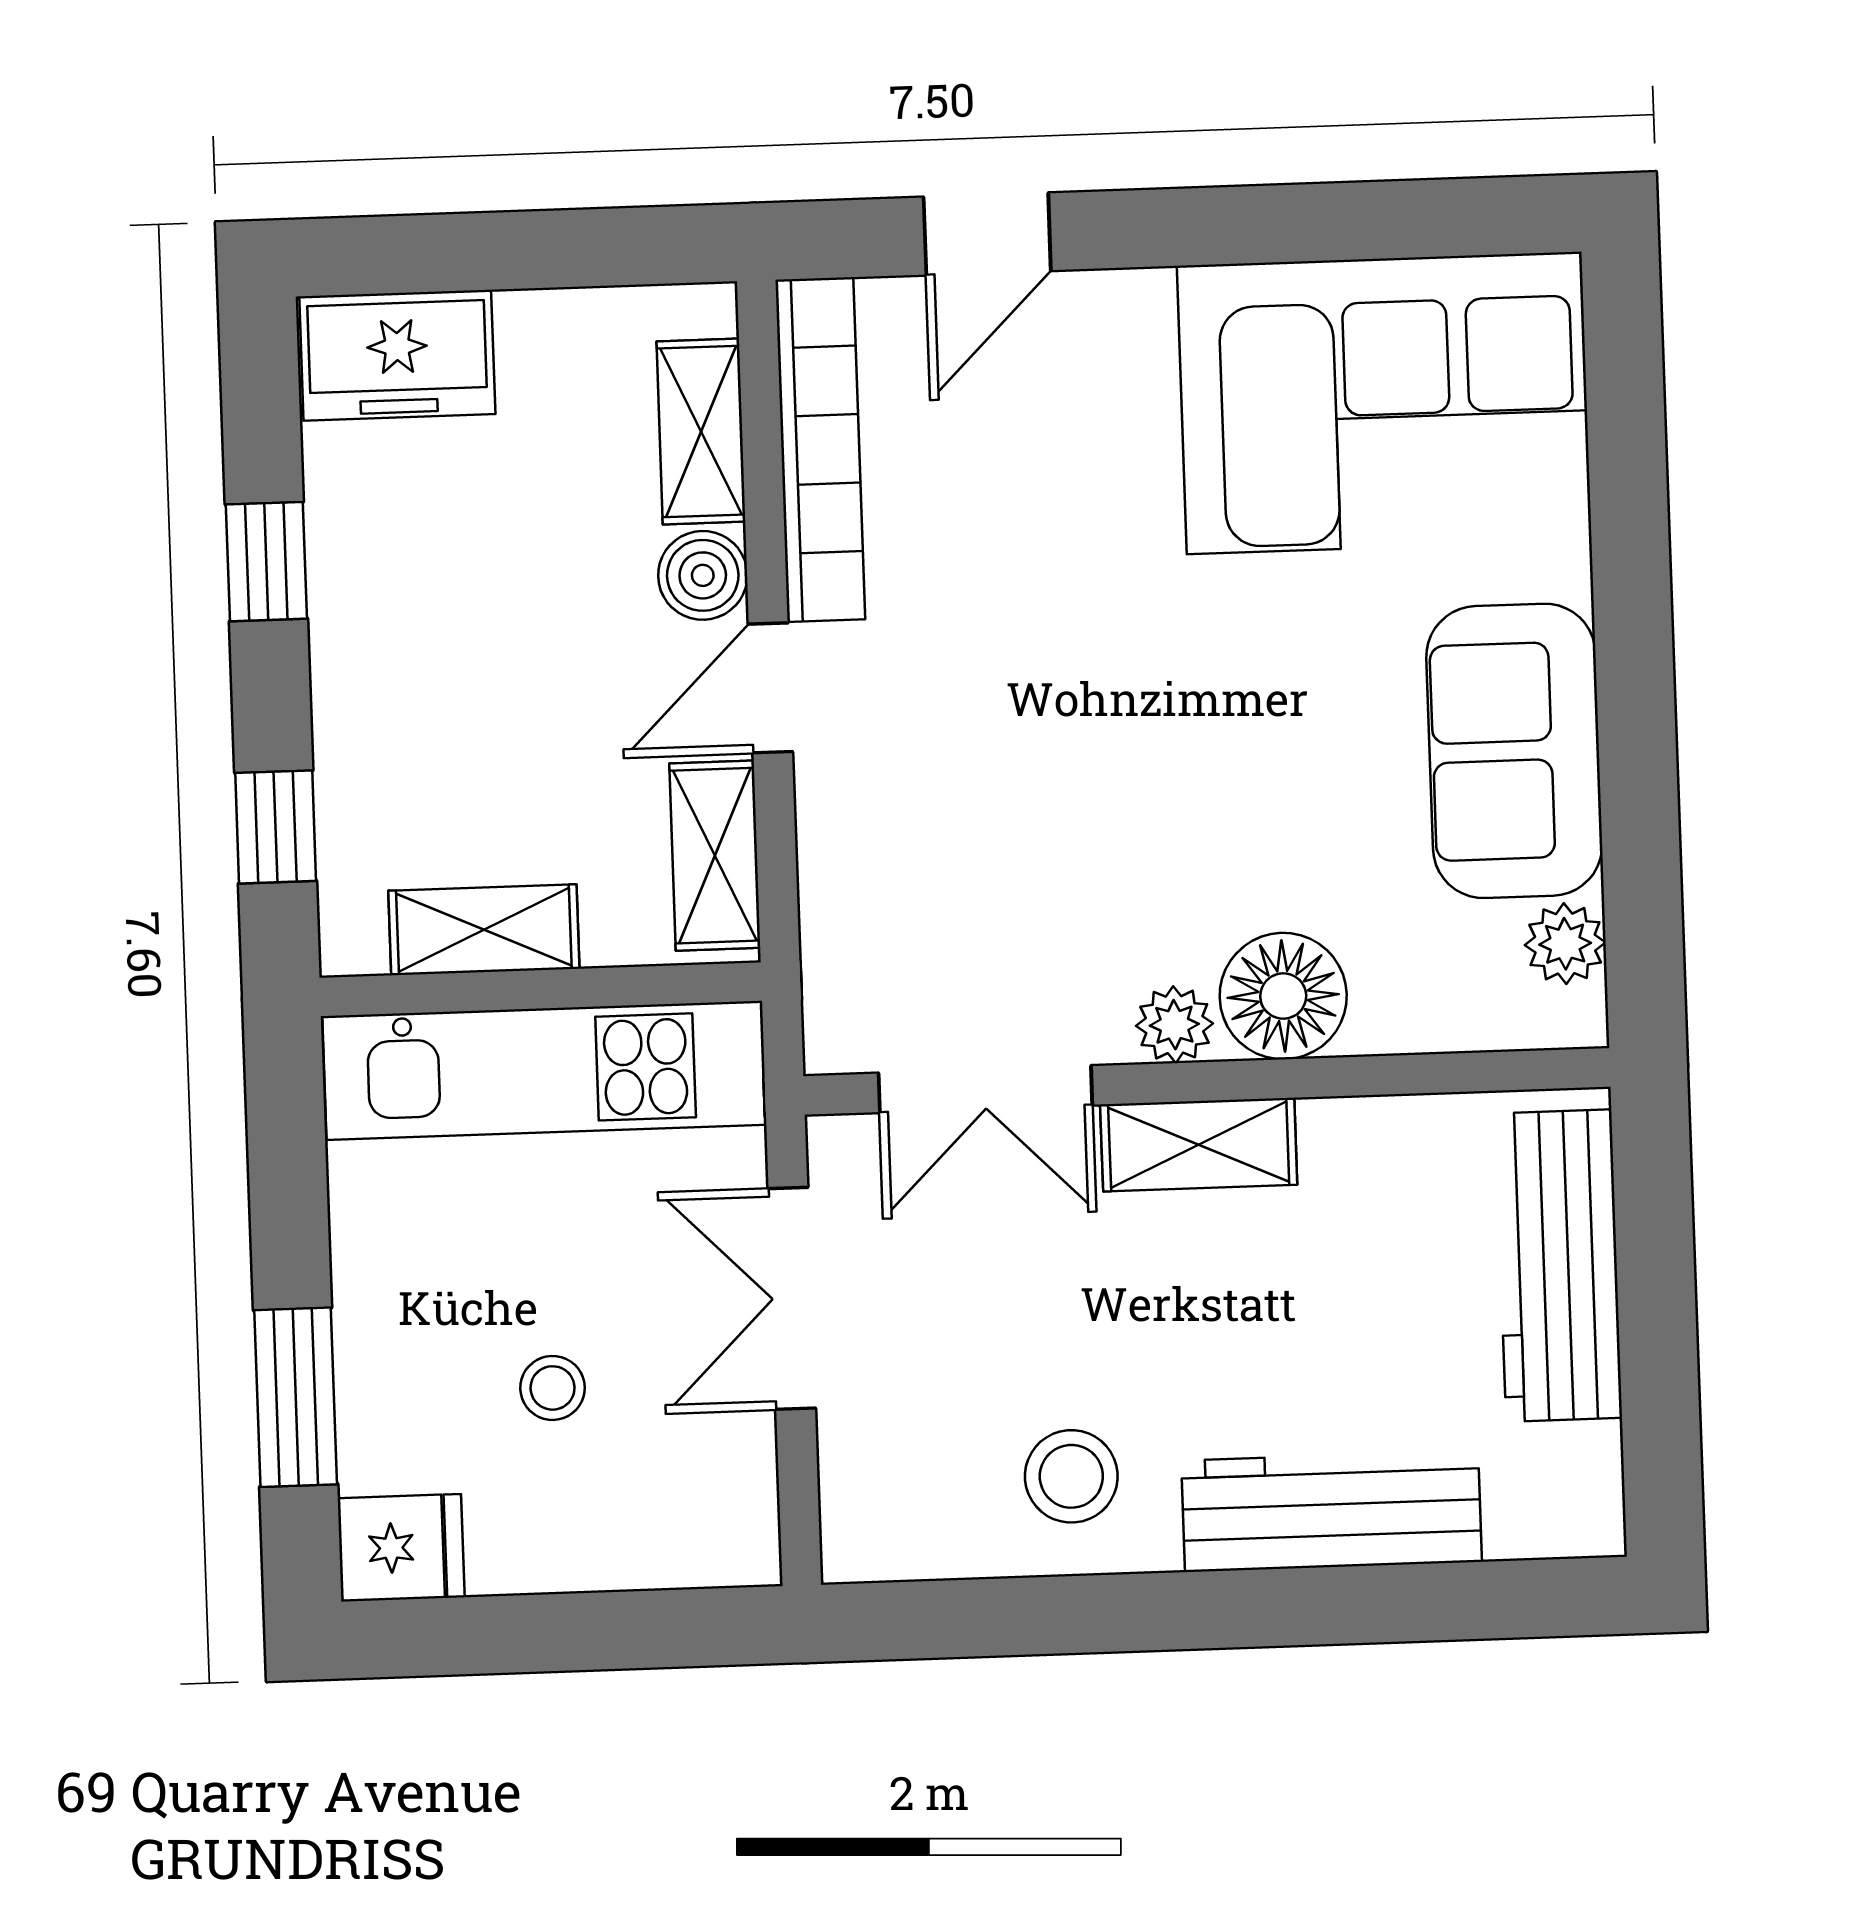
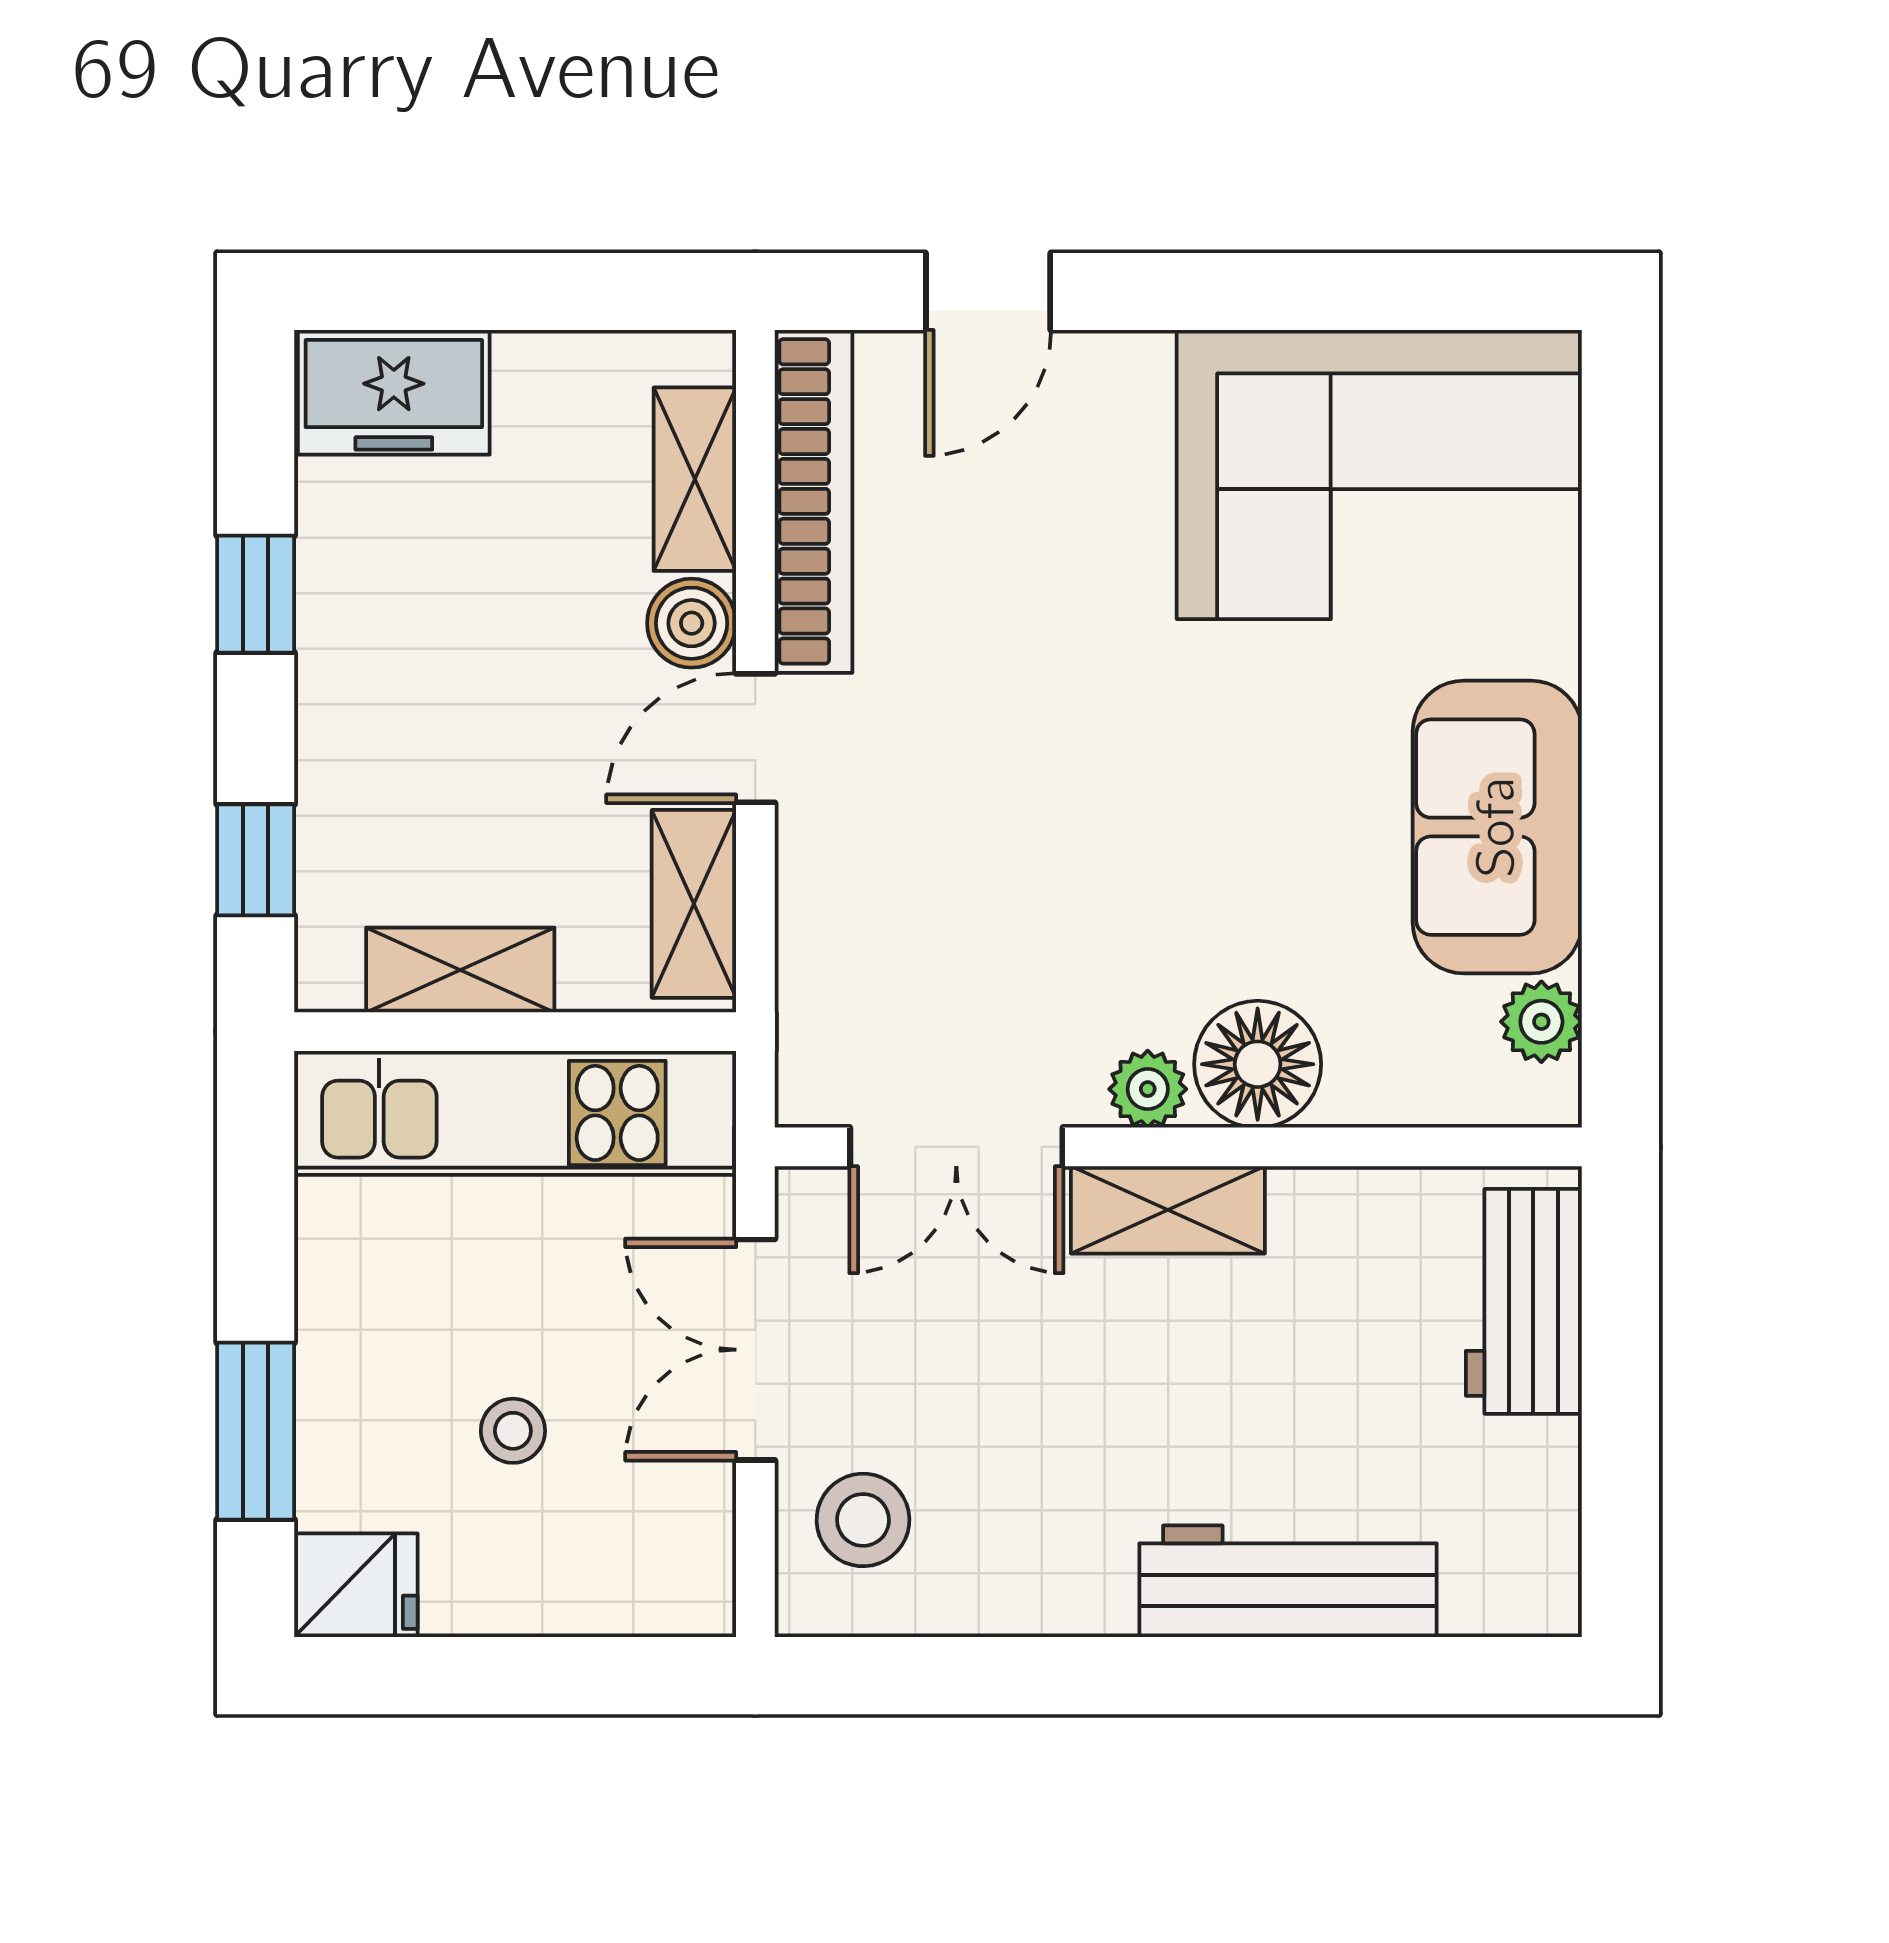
workbench: (1559, 1266) -> (1524, 1301), width x0.73
stool: (1071, 1476) -> (863, 1520), moved

